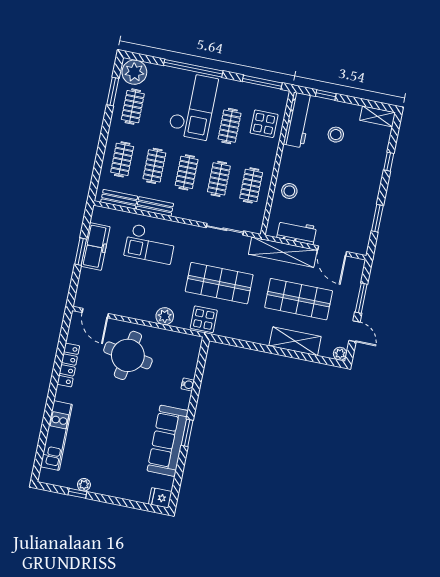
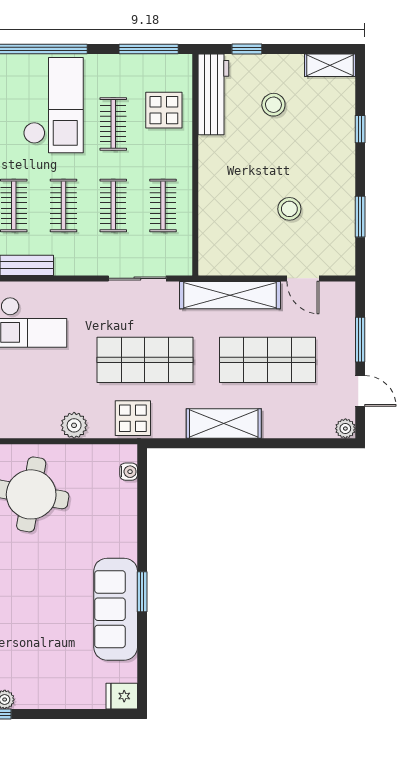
stool: (289, 191) -> (289, 209), moved
workbench: (297, 232) -> (245, 261), removed
door: (332, 251) -> (303, 278), width x0.73
shelving: (295, 341) -> (224, 424), moved
water cooler: (188, 384) -> (129, 472), moved

